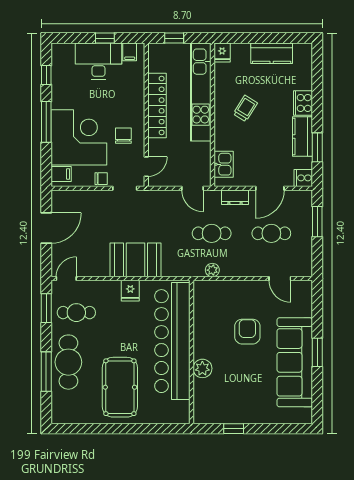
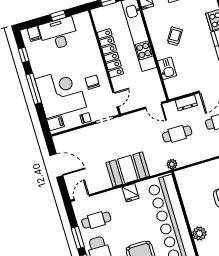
filing cabinet: (130, 52) -> (34, 34), moved
kitchen sink: (224, 164) -> (167, 68), moved
door: (46, 228) -> (56, 165), hinge flipped
plant: (212, 270) -> (172, 164), moved
window: (46, 308) -> (78, 238), moved

